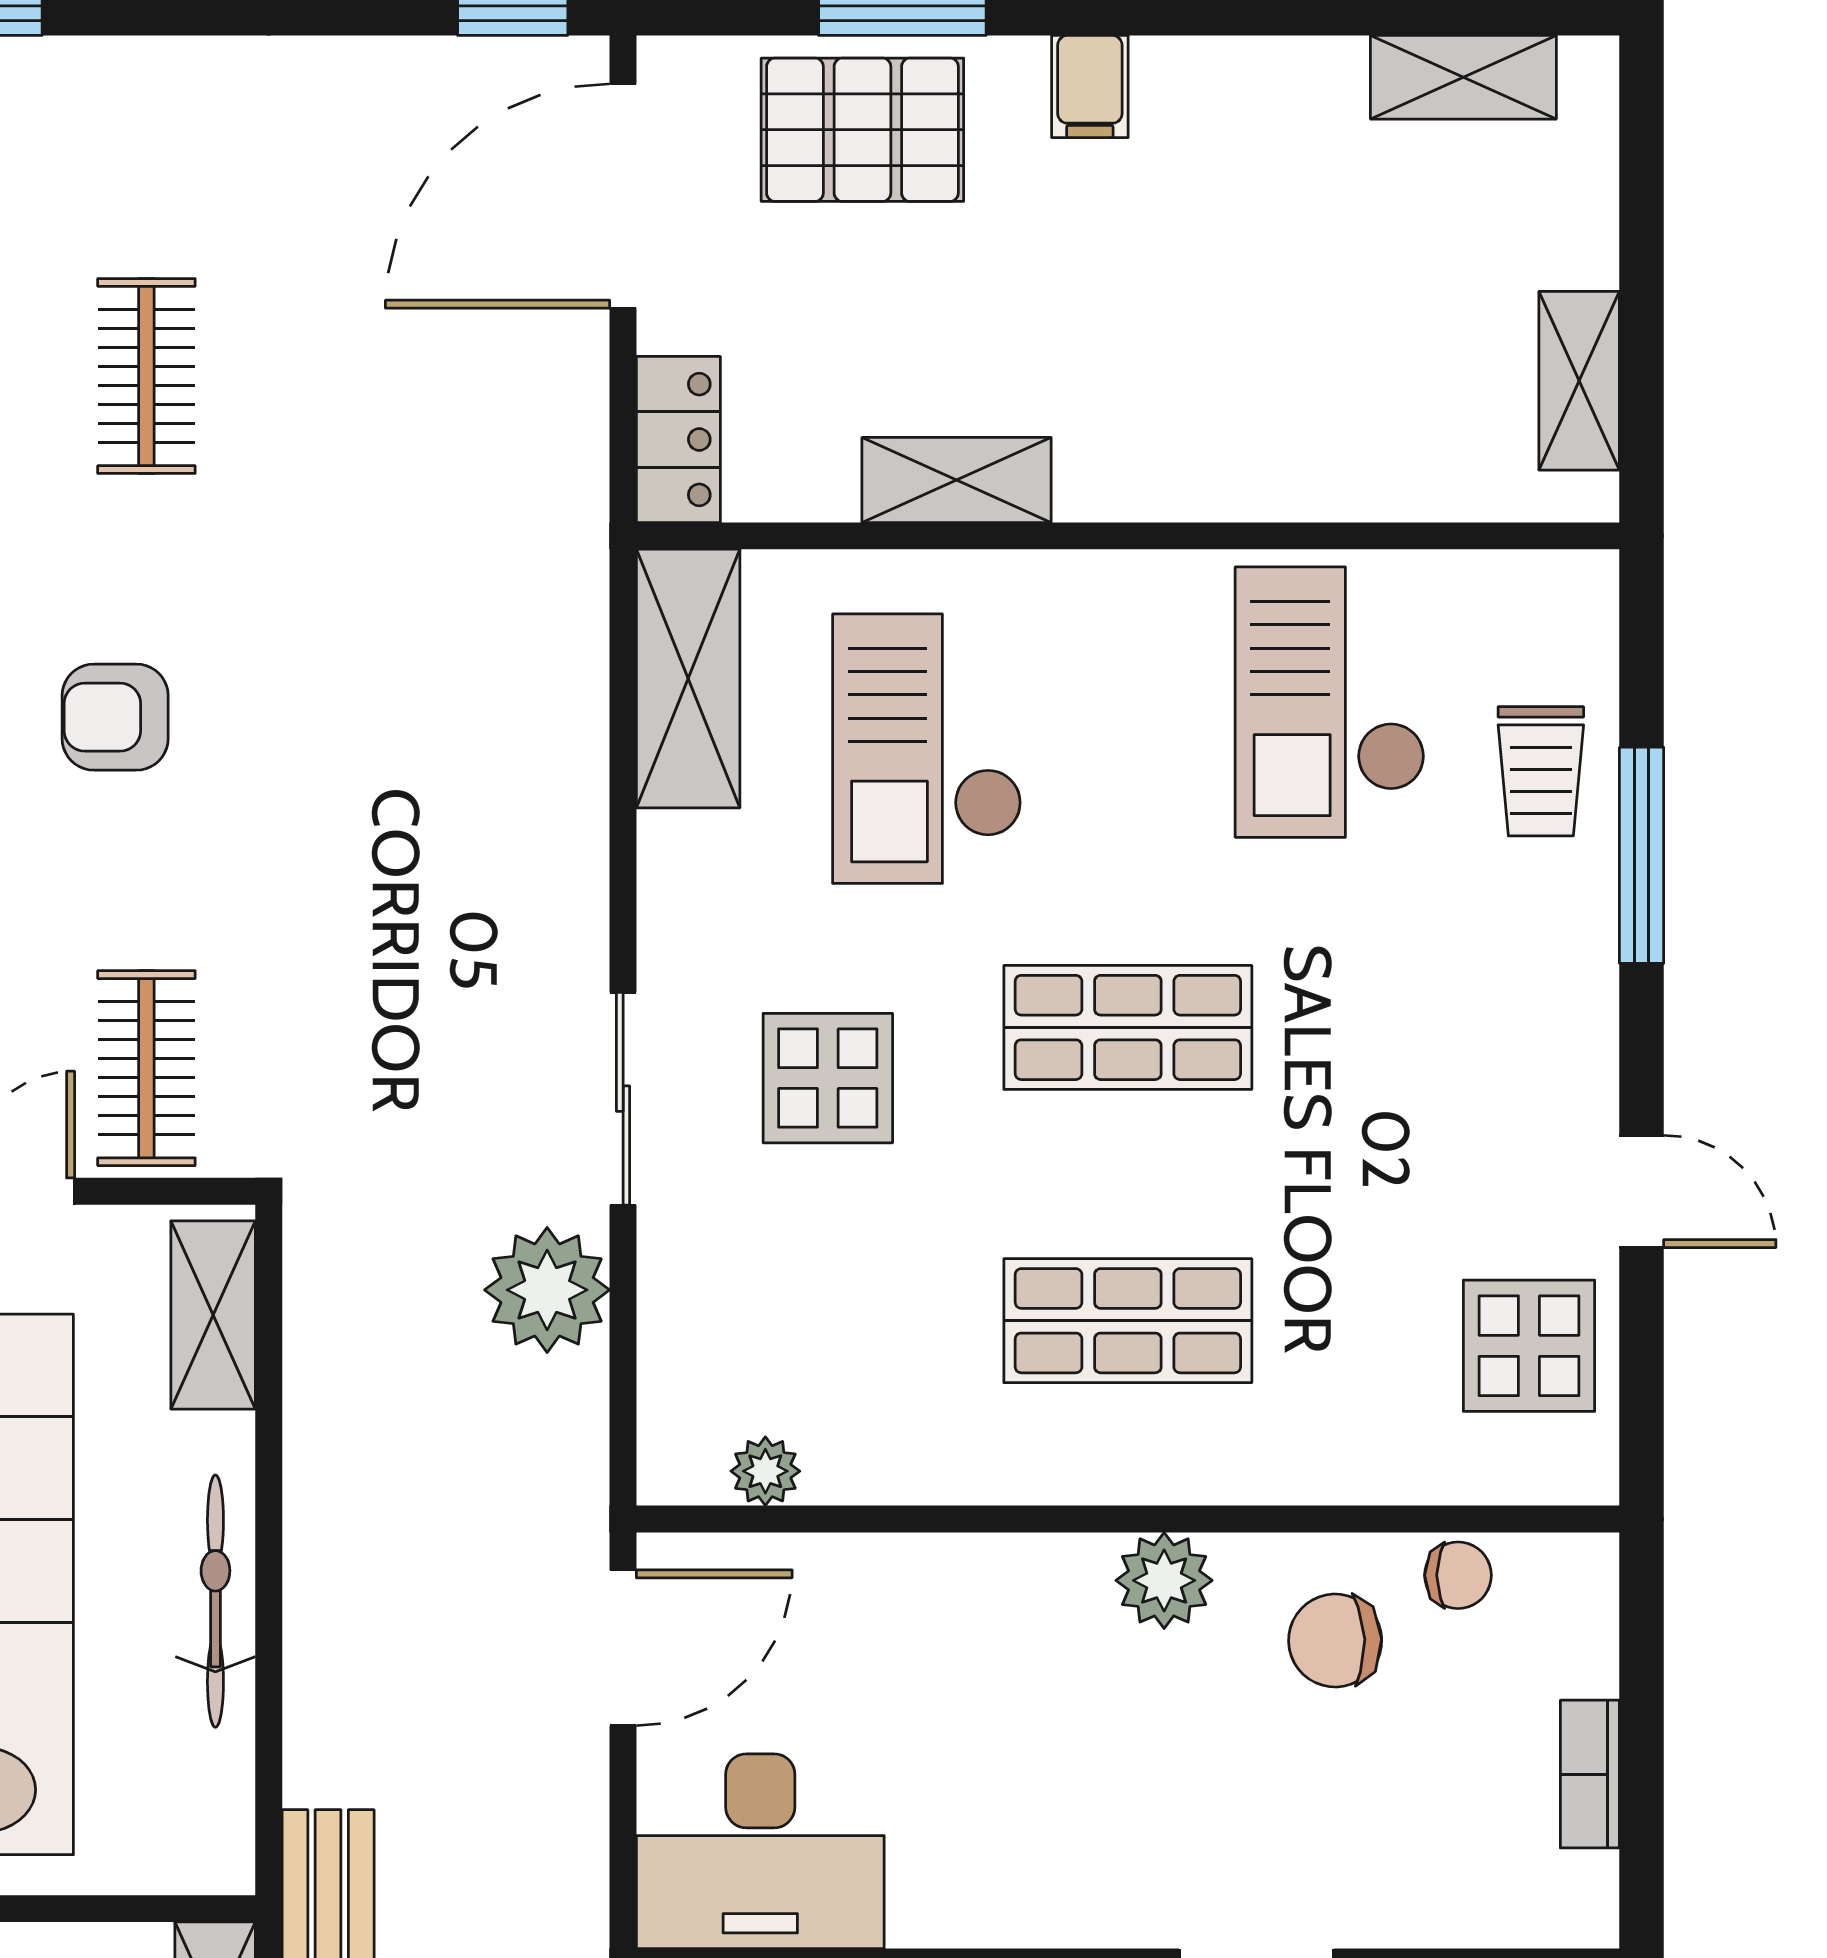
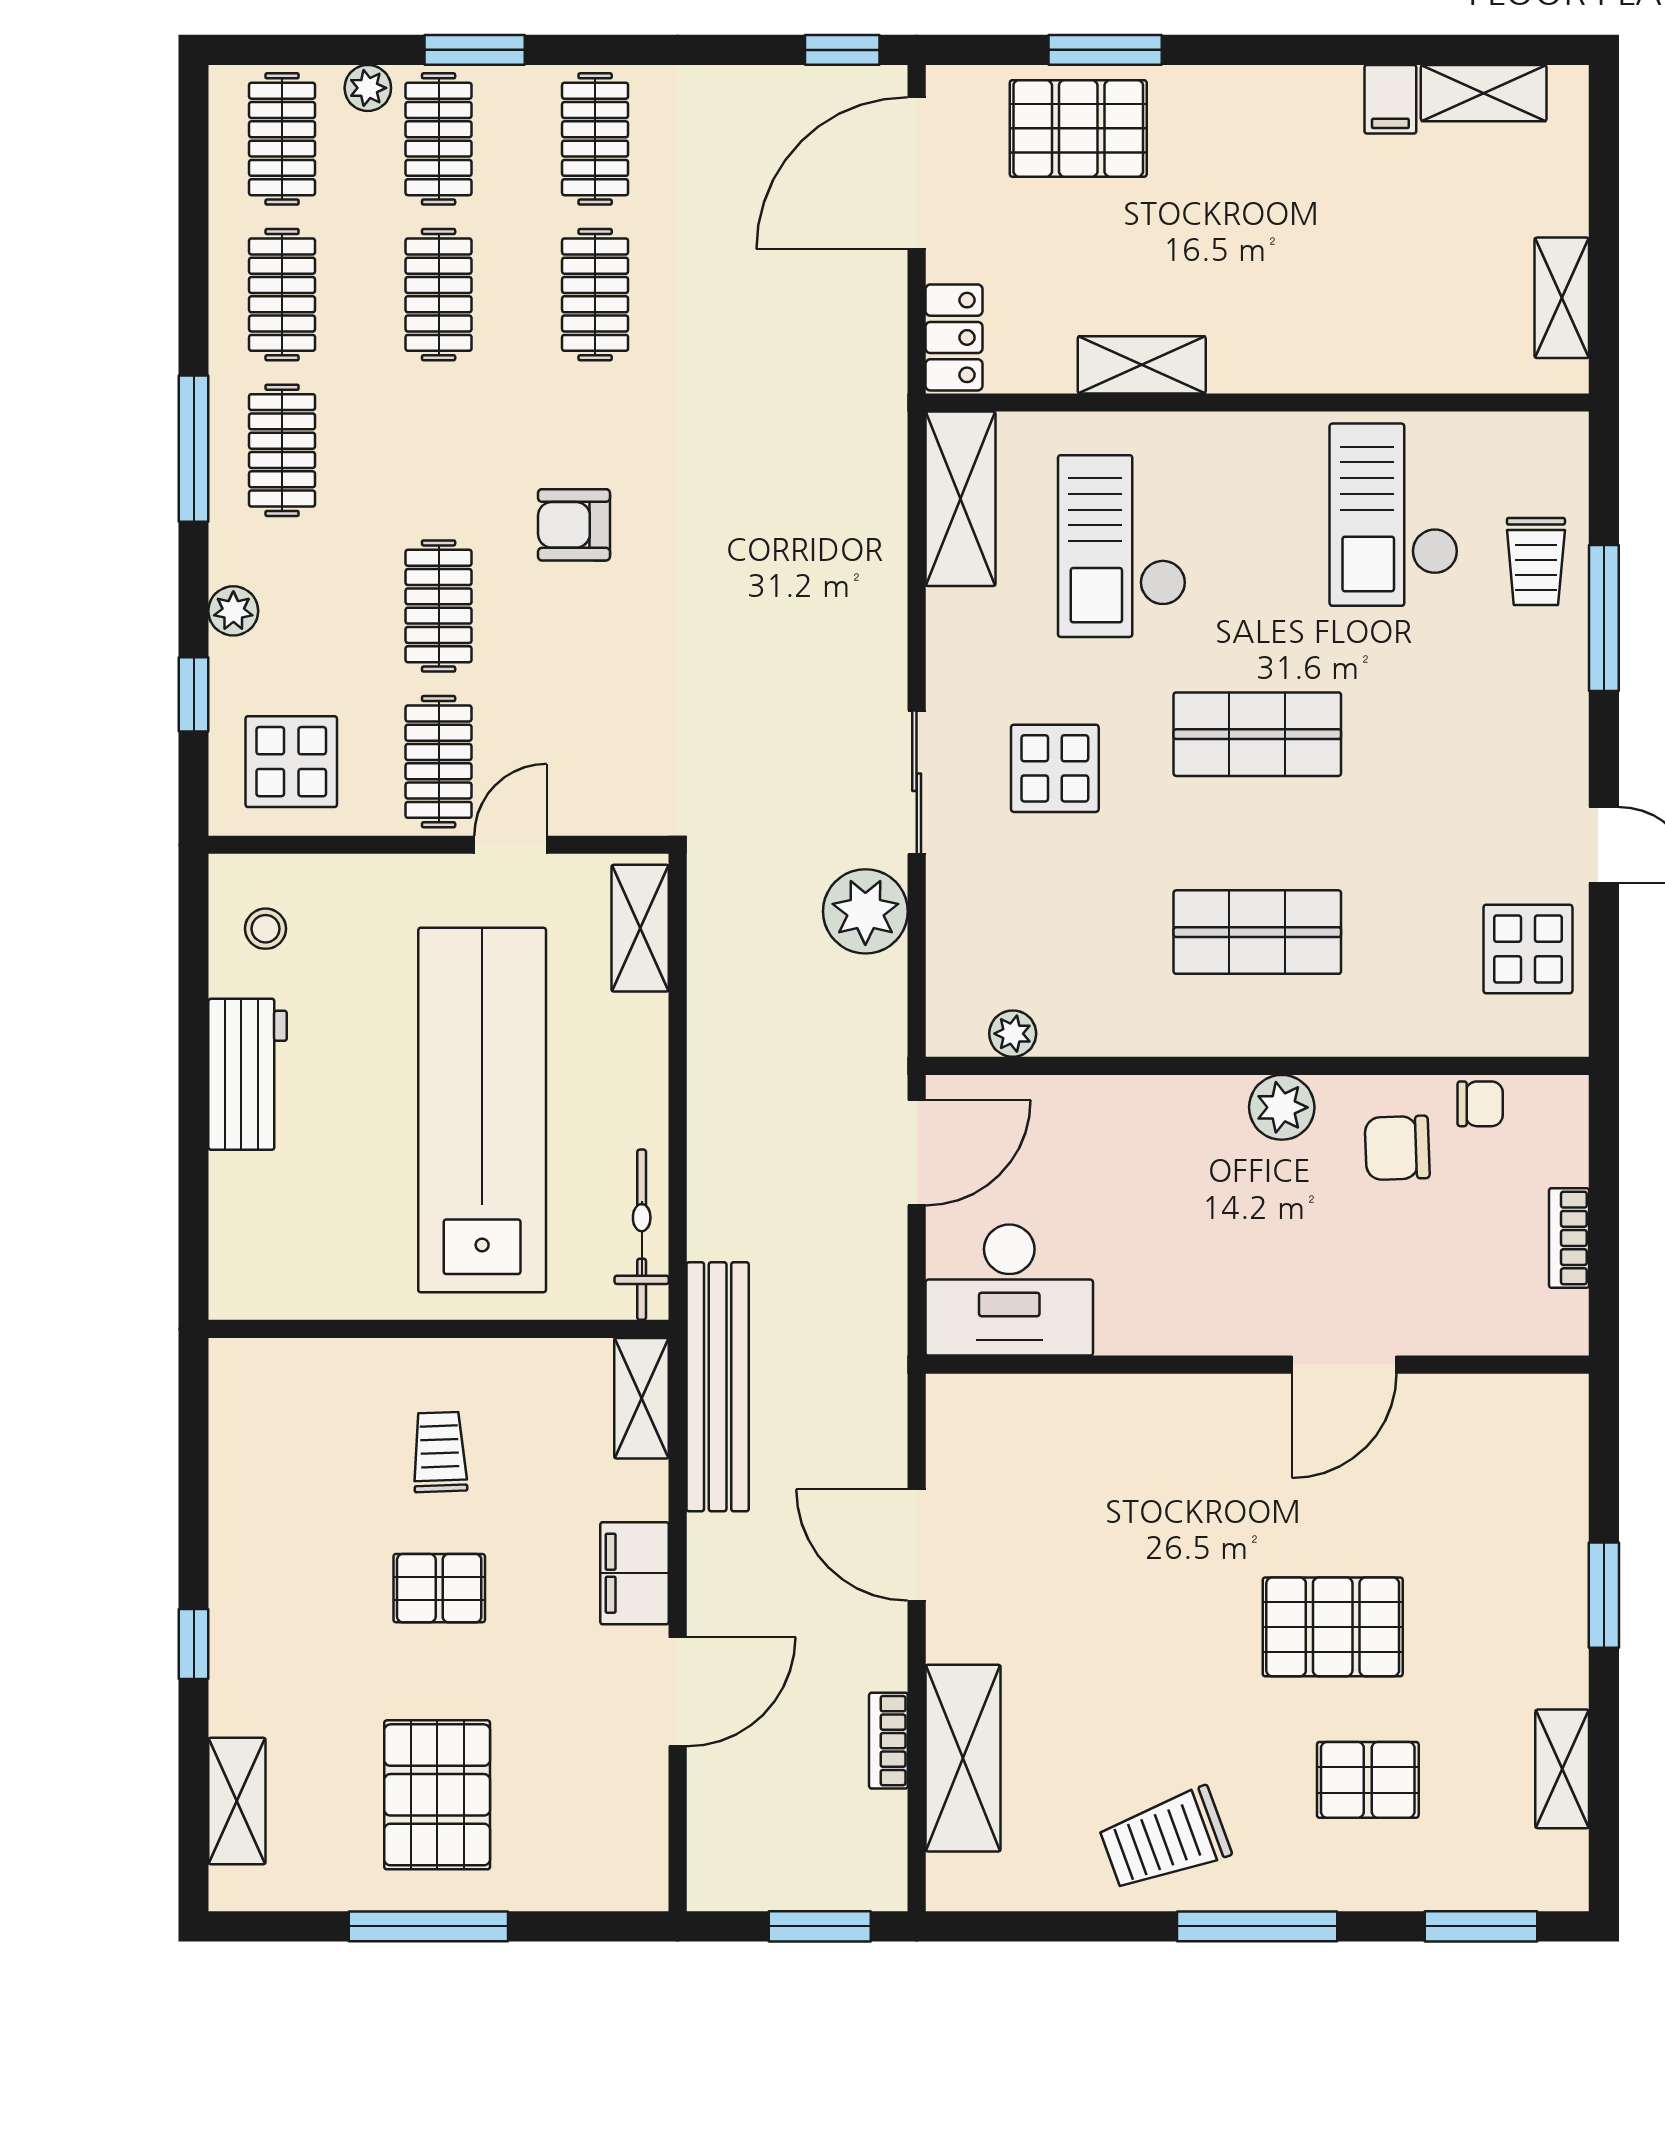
filing cabinet: (1090, 86) -> (1390, 99), moved
clothes rail: (146, 1068) -> (595, 139), moved
bicycle: (215, 1601) -> (642, 1235), moved

